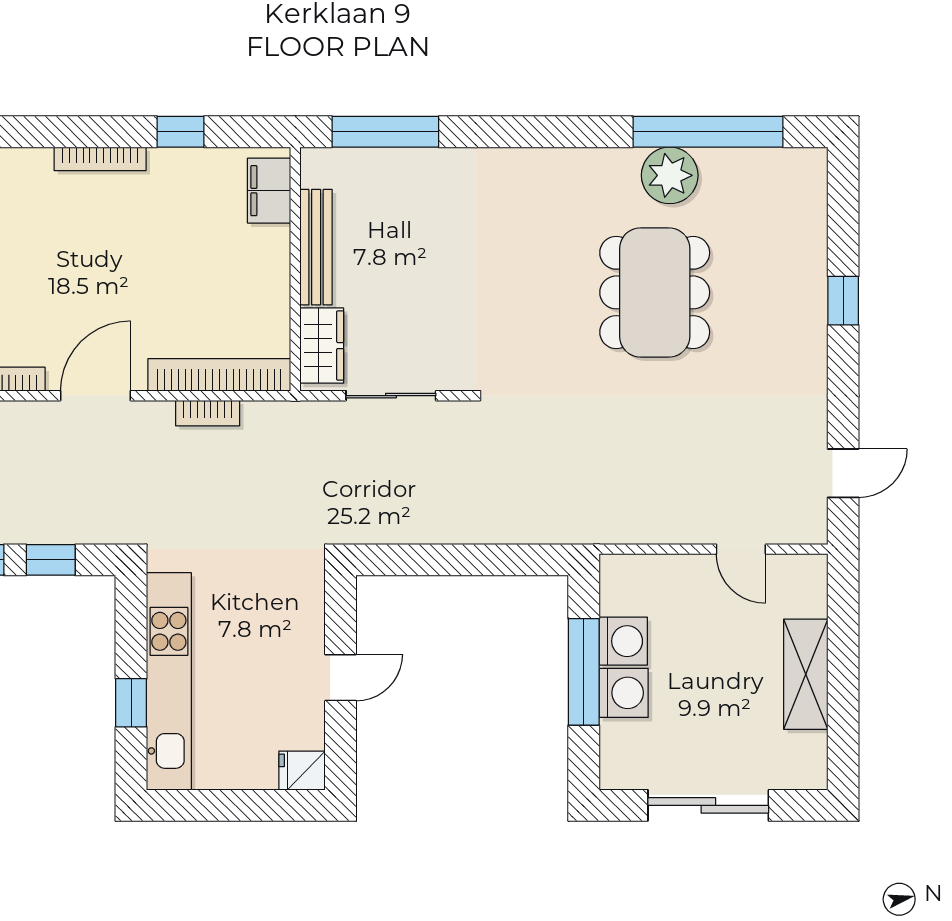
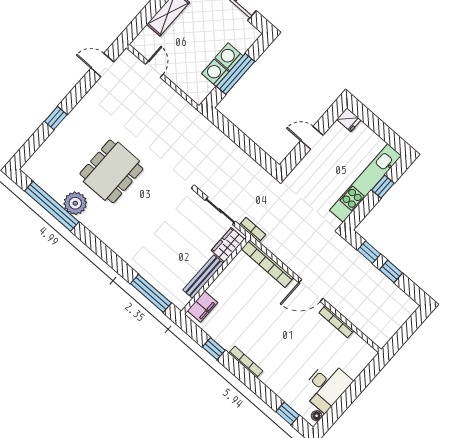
bookcase: (208, 413) -> (253, 230), moved

